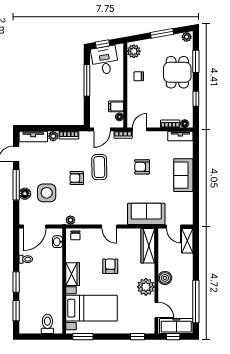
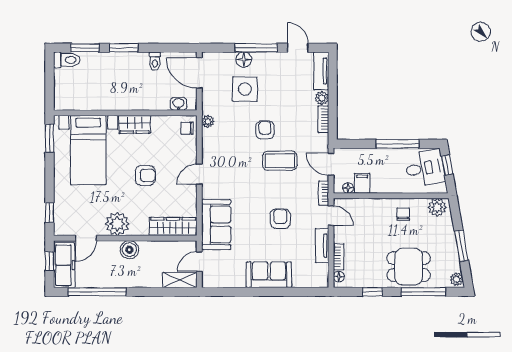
window: (196, 61) -> (423, 292), width x1.44
tv unit: (180, 136) -> (322, 246), moved
toilet: (47, 324) -> (67, 60), moved

